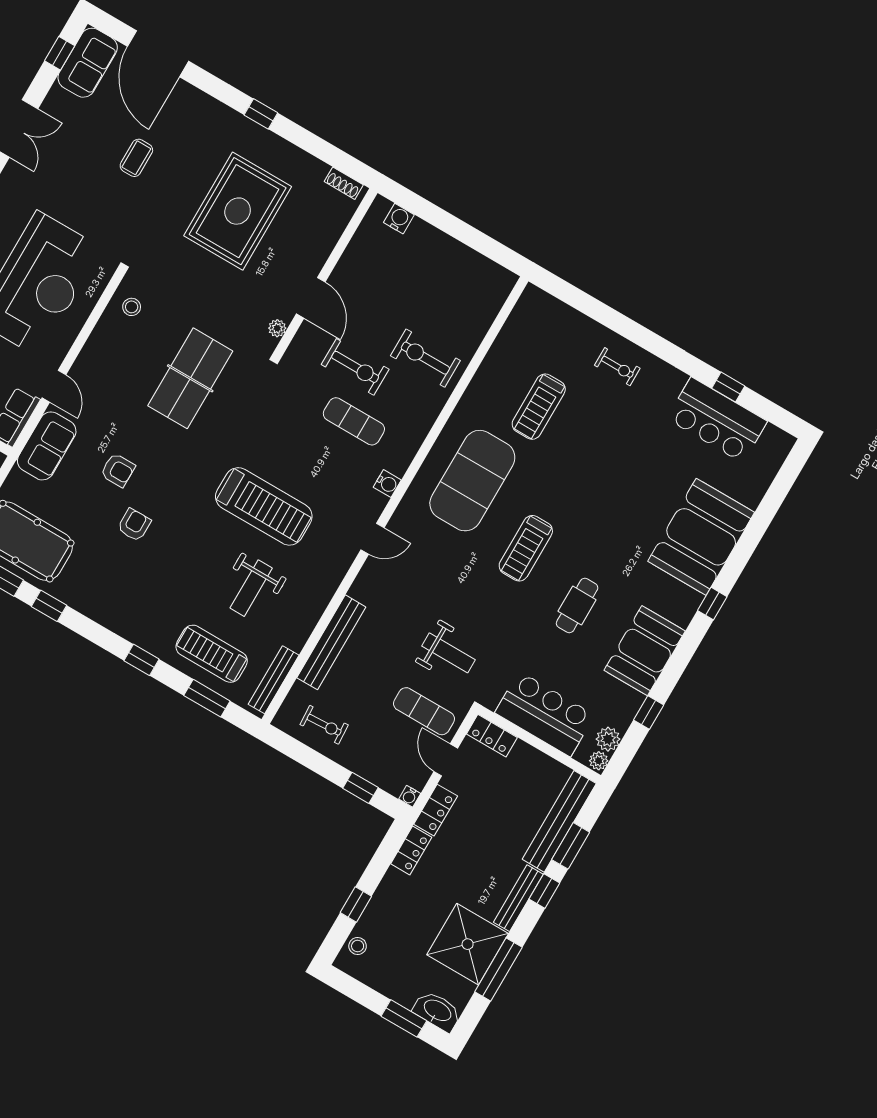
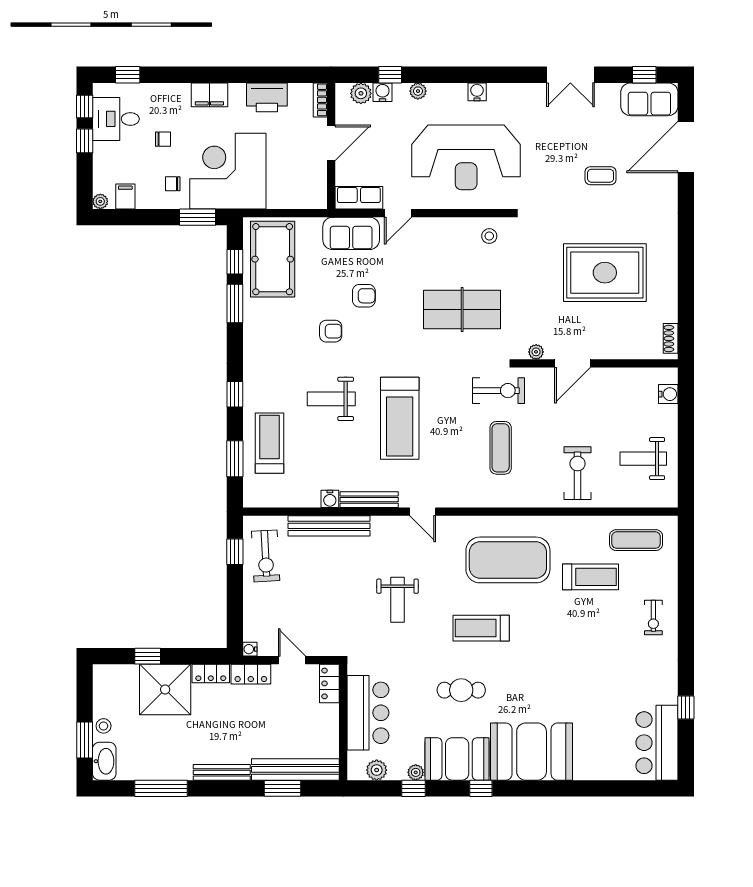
window: (261, 114) -> (686, 248), removed
weight bench: (450, 283) -> (643, 459), added
exercise bike: (355, 367) -> (499, 391), moved, turned -90
treadmill: (539, 407) -> (590, 577), turned 180
bar counter: (717, 420) -> (657, 743), moved
armchair: (118, 470) -> (364, 296), turned -90
water cooler: (387, 484) -> (330, 499), moved
booth: (701, 537) -> (532, 752), moved
weight bench: (251, 588) -> (331, 399), moved
window: (712, 604) -> (481, 788), moved
window: (49, 606) -> (235, 303), width x1.50
weight bench: (449, 653) -> (397, 600), moved
bench: (274, 680) -> (369, 500), moved
exercise mat: (424, 711) -> (636, 540), moved, turned 90
exercise bike: (324, 725) -> (266, 556), width x1.38, depth x1.39
door: (446, 760) -> (292, 660), hinge flipped
plant: (599, 761) -> (416, 772), moved
window: (360, 788) -> (235, 552), moved
window: (544, 891) -> (238, 788), removed
shower: (468, 944) -> (165, 690), moved
stool: (358, 946) -> (104, 726), moved

